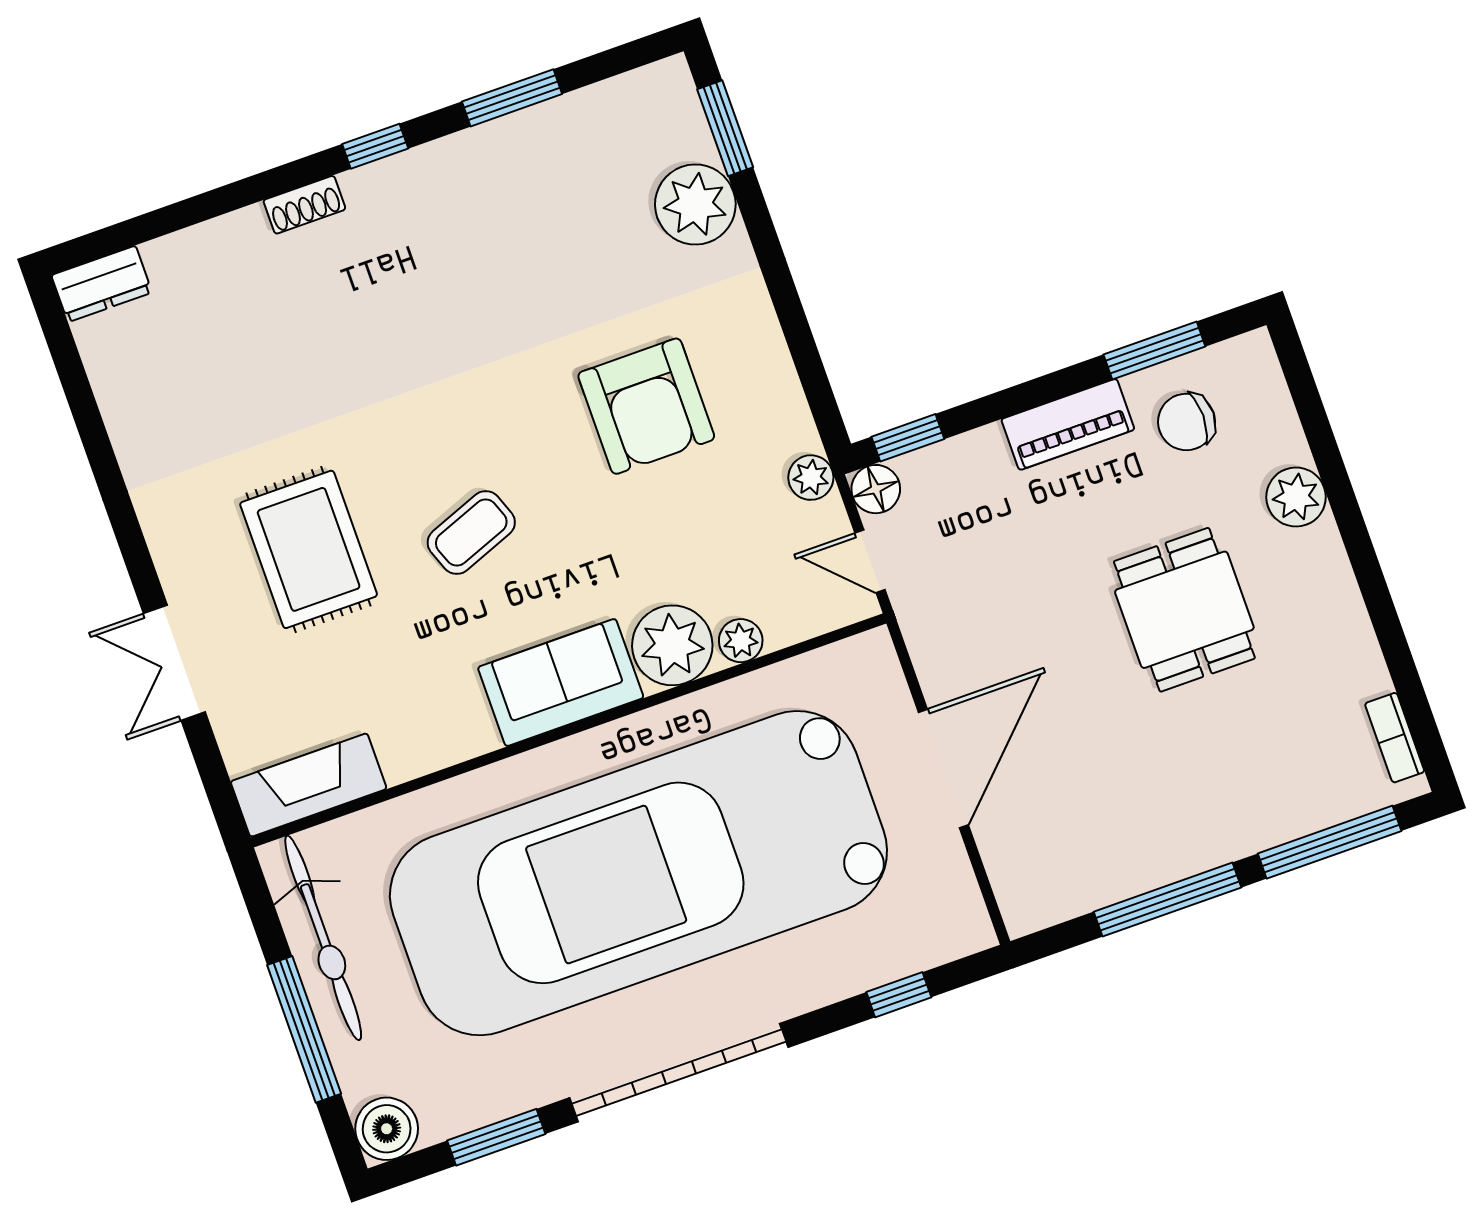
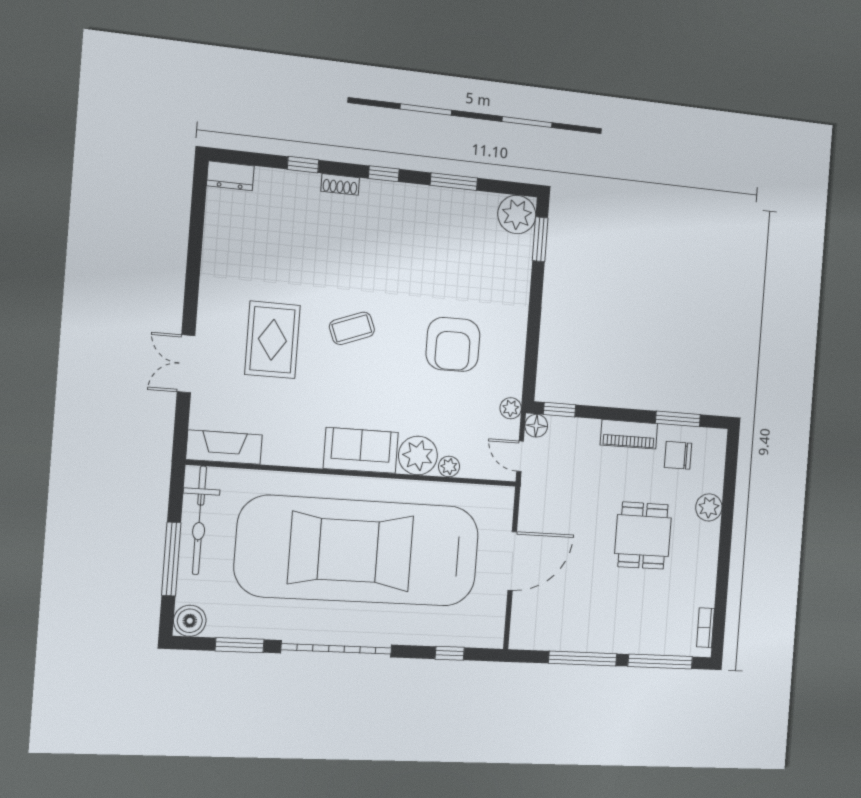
window: (221, 201) -> (303, 165), added
plant: (695, 204) -> (517, 214), moved
coffee table: (471, 533) -> (352, 328), moved

